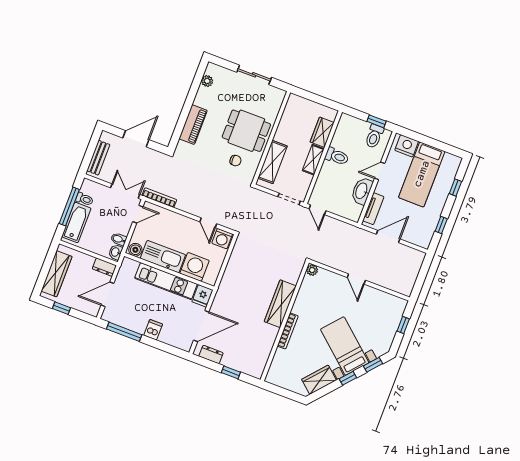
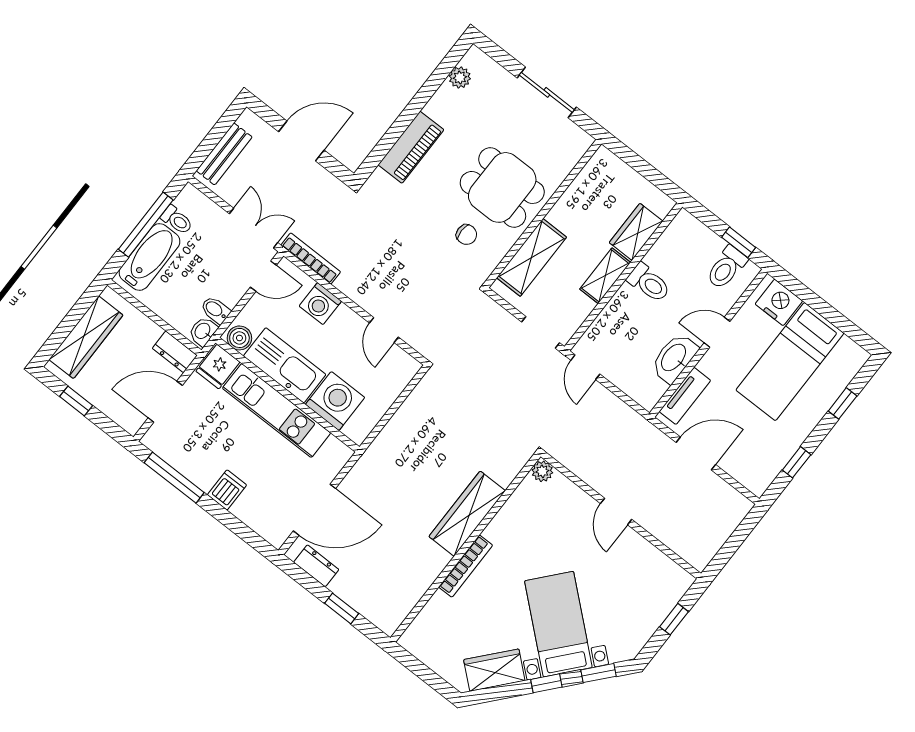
washing machine: (222, 239) -> (320, 304), moved
fridge: (202, 296) -> (218, 367), moved

